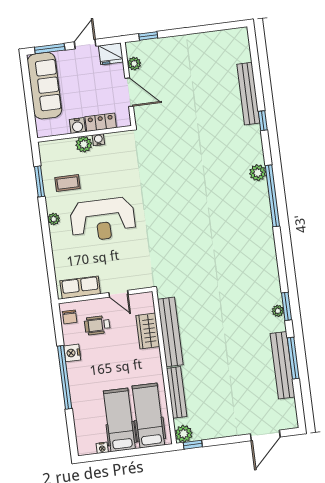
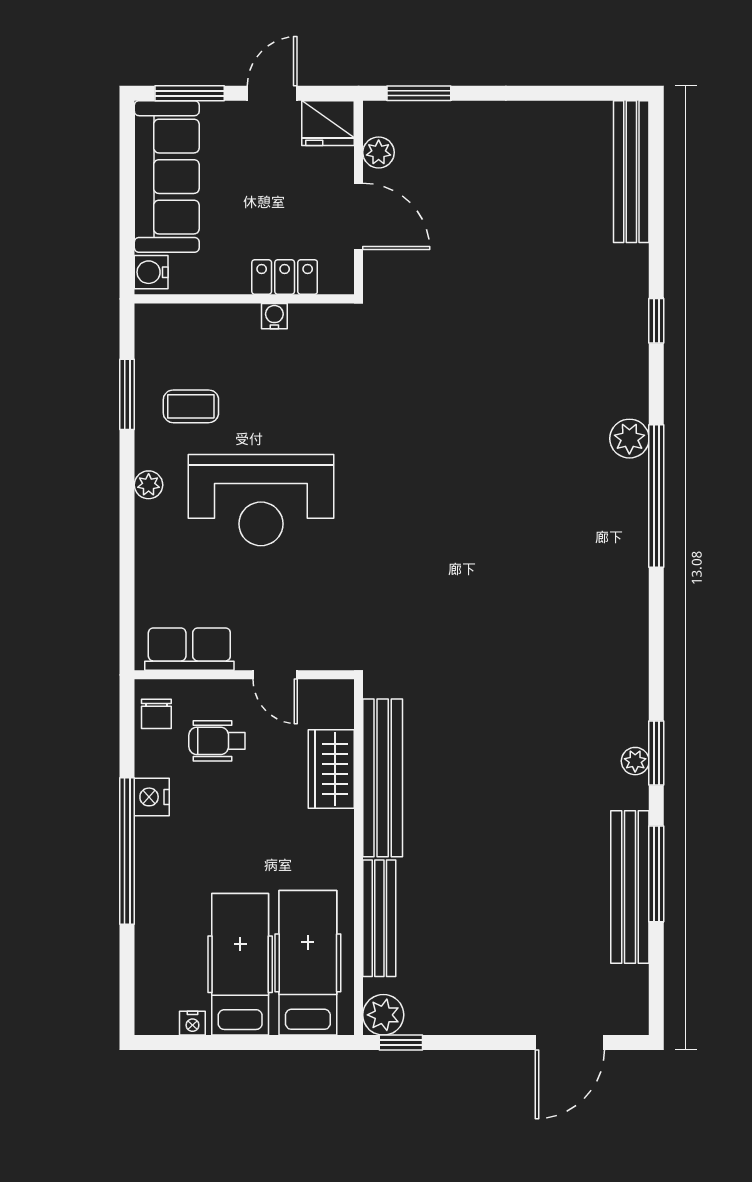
window: (148, 36) -> (419, 93), width x1.50
bench: (248, 94) -> (631, 172), moved
water cooler: (77, 126) -> (151, 272), moved, turned 90
plant: (84, 144) -> (239, 322), removed

